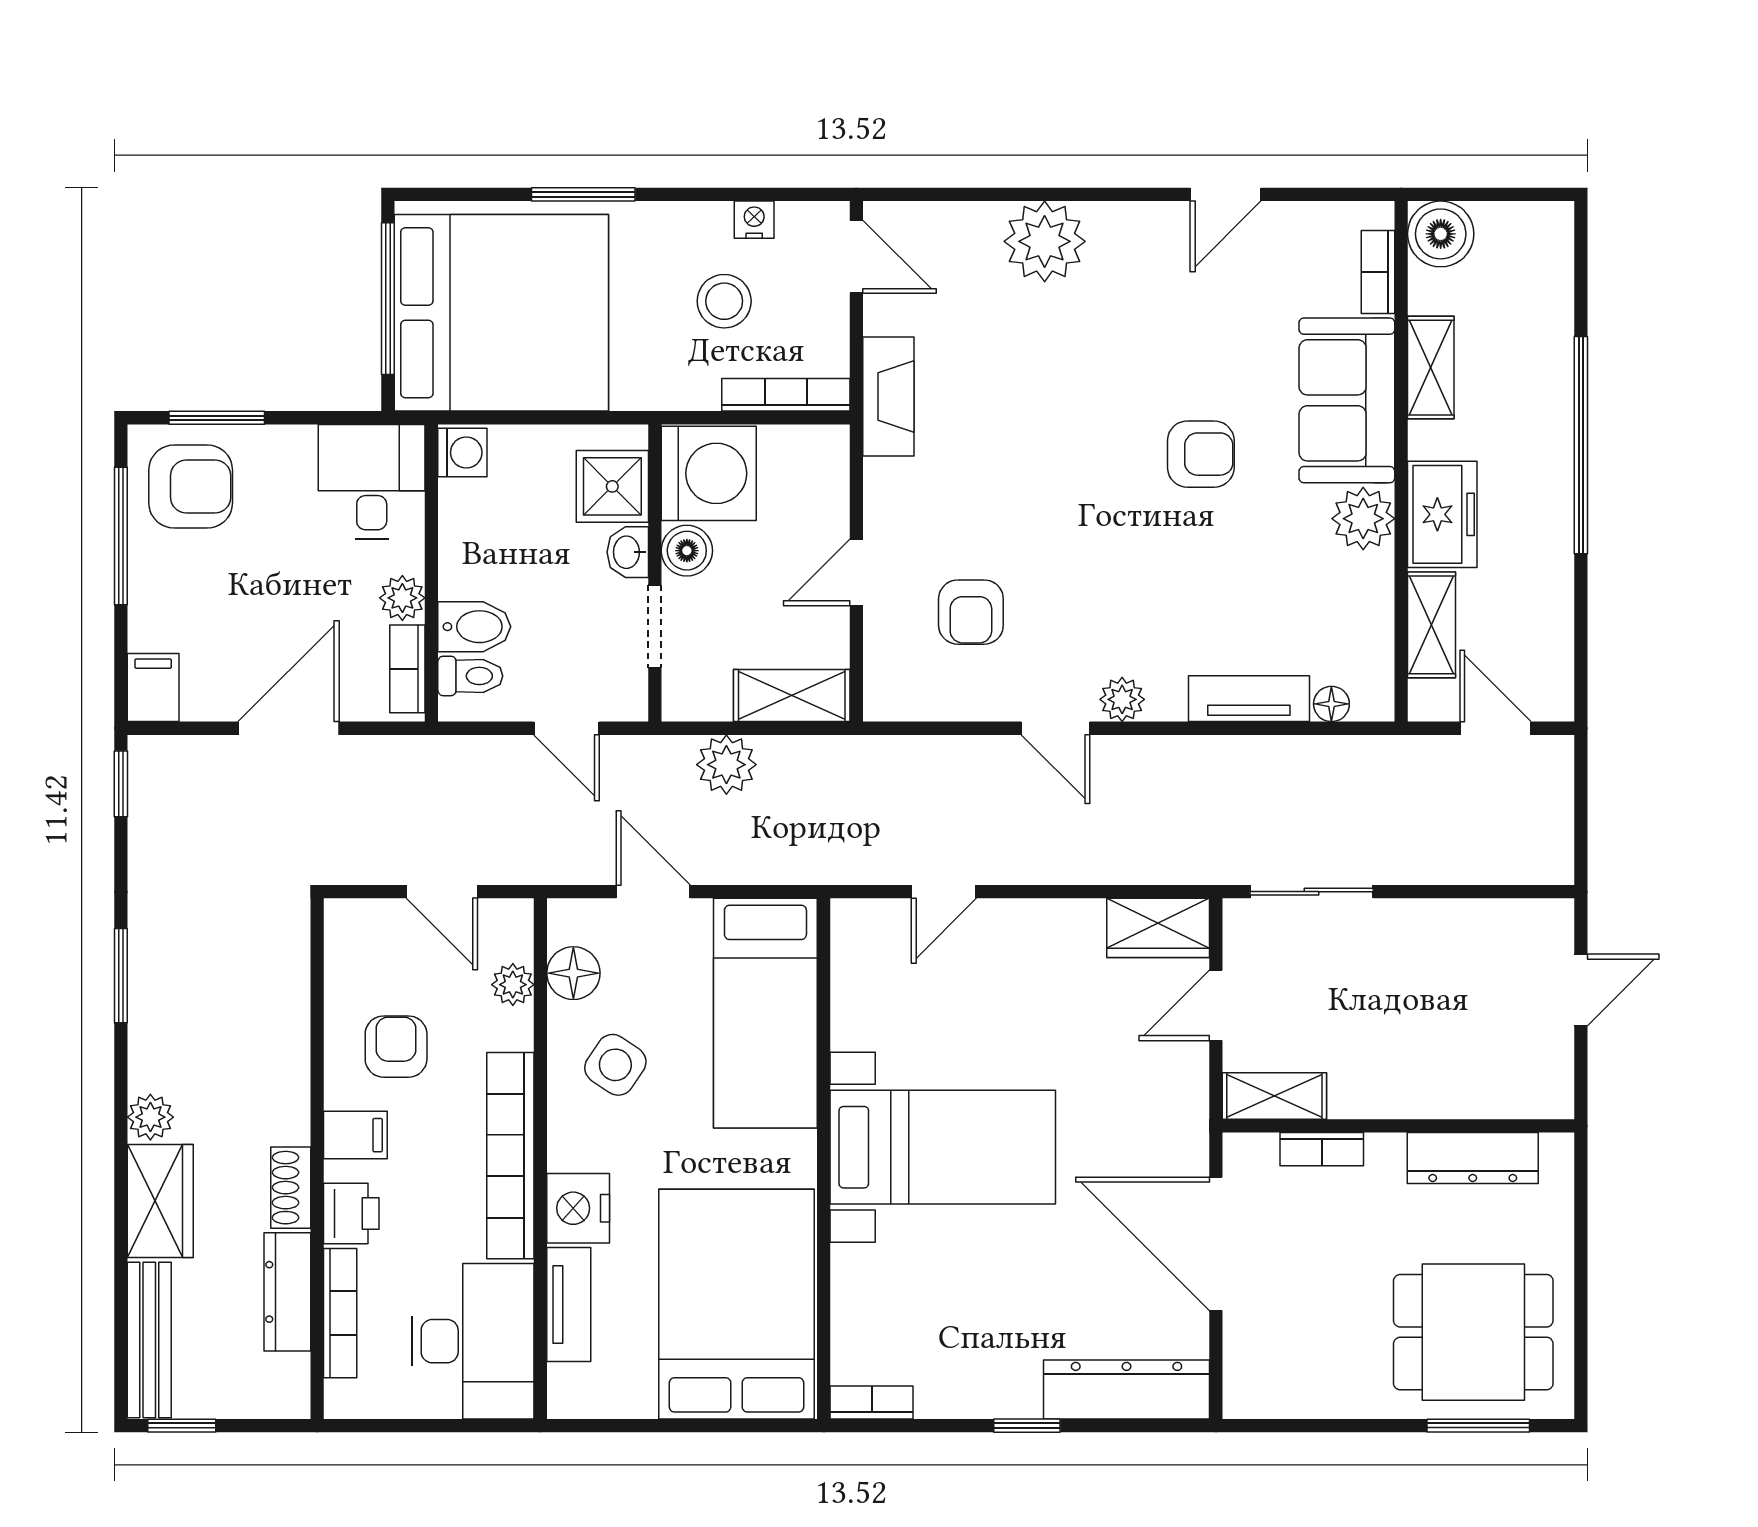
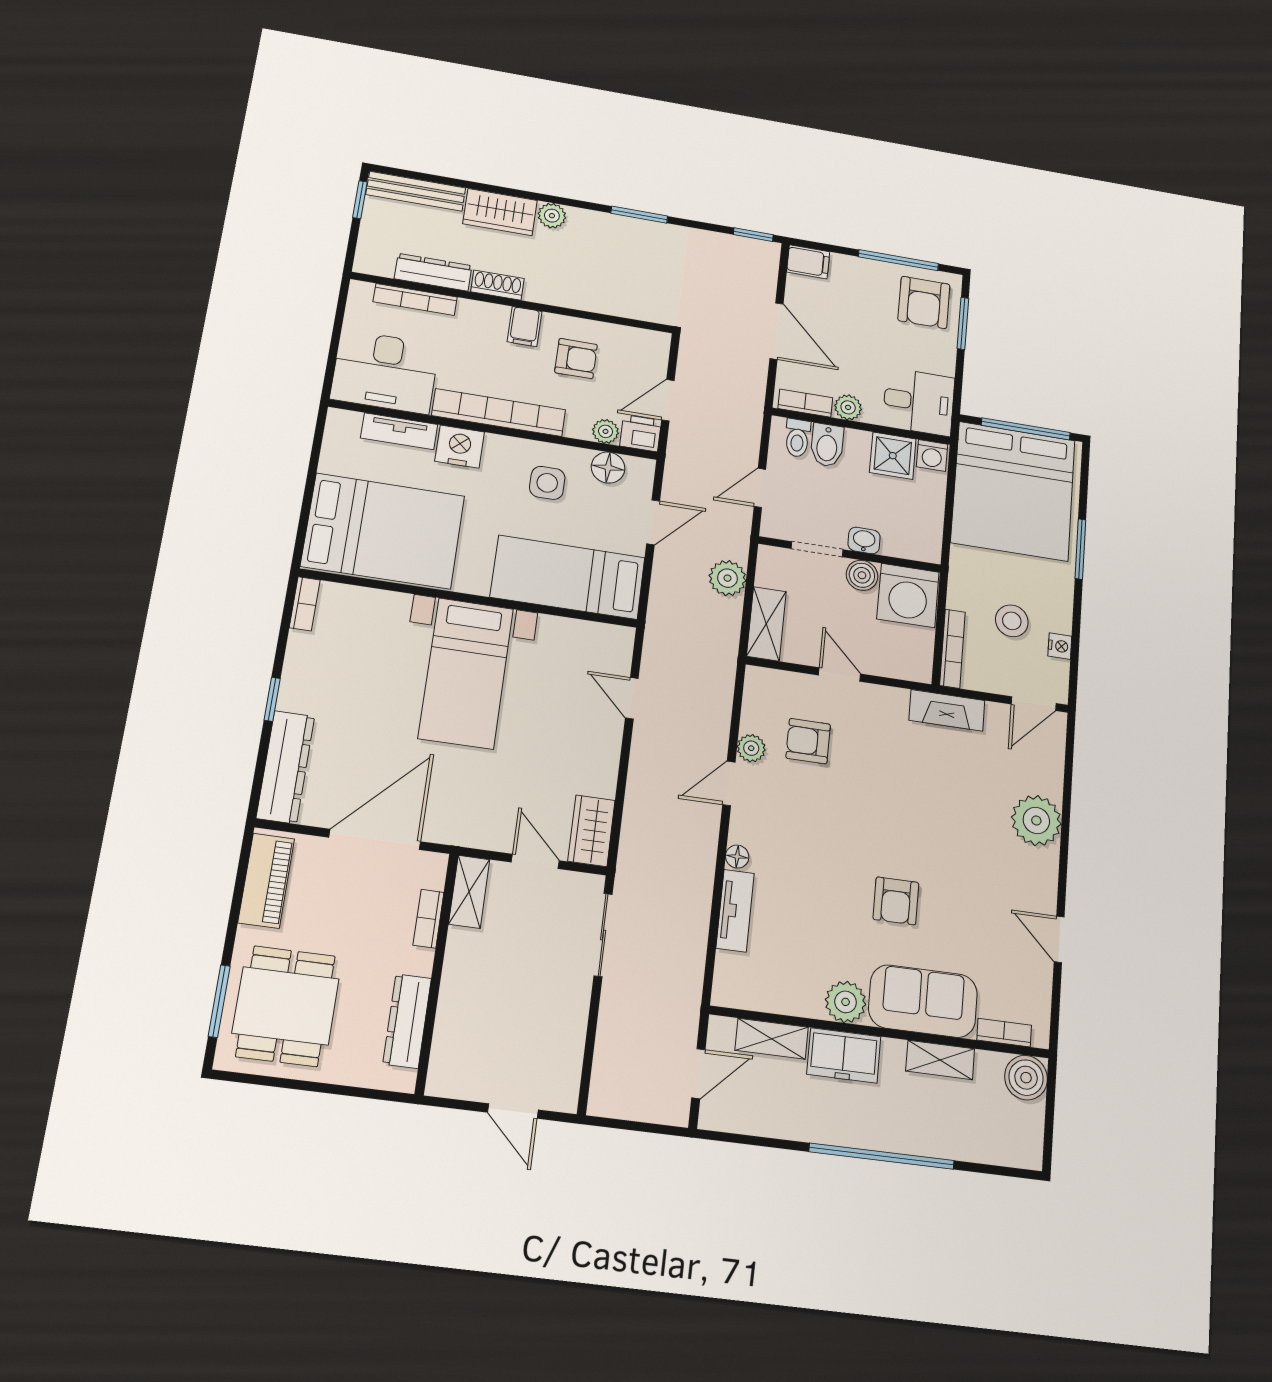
shower: (612, 486) -> (893, 456), moved
plant: (1122, 699) -> (751, 748), moved
floor lamp: (1331, 704) -> (737, 857), moved
side table: (615, 1065) -> (547, 483), turned -34
printer: (351, 1213) -> (641, 433), moved, turned 180
piano: (1298, 1389) -> (266, 881), added

